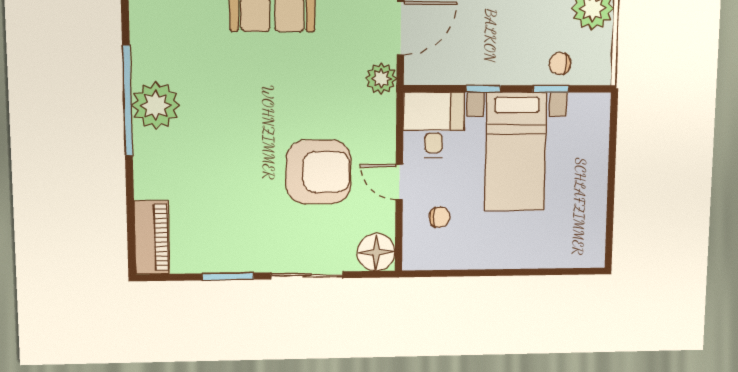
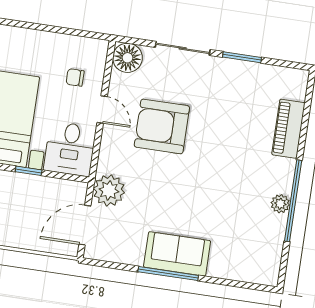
plant: (381, 78) -> (109, 190), width x1.36, depth x1.36
plant: (156, 105) -> (280, 204), width x0.53, depth x0.53
piano: (152, 237) -> (288, 129), moved

